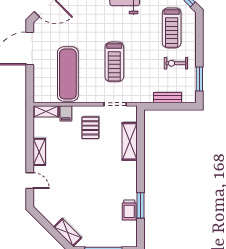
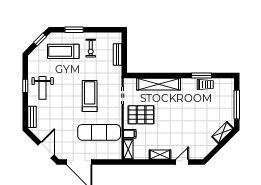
treadmill: (172, 28) -> (63, 51), turned 180
treadmill: (114, 62) -> (90, 96), turned -90
window: (199, 79) -> (74, 30), moved
pallet: (90, 128) -> (141, 115), width x1.50, depth x1.42
shelving: (130, 141) -> (159, 84), width x1.47

